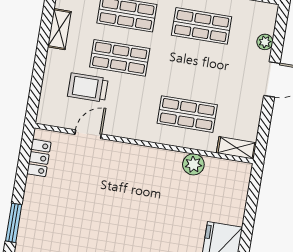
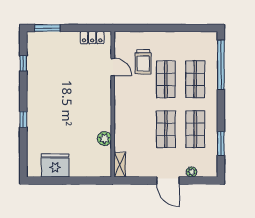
shelving: (59, 29) -> (178, 37), removed
trolley: (88, 88) -> (143, 62), turned 180
shop shelf: (187, 114) -> (166, 129), moved

